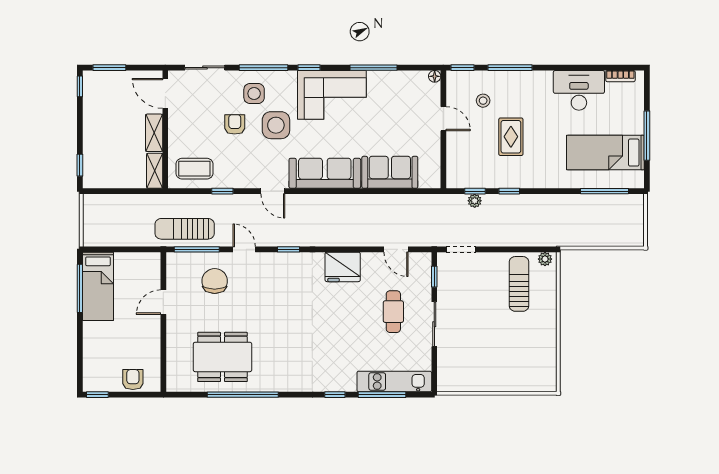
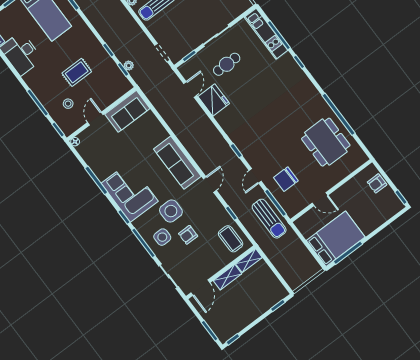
sofa: (390, 172) -> (127, 111), moved, turned -90
fridge: (343, 267) -> (214, 100), moved
bed: (98, 286) -> (336, 239), width x1.50

